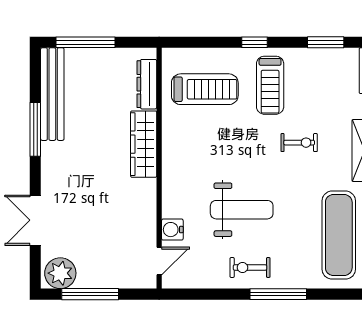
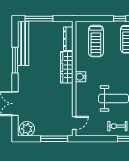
treadmill: (205, 89) -> (96, 41), turned 90
water cooler: (172, 230) -> (80, 77), moved
window: (90, 294) -> (54, 139), moved

